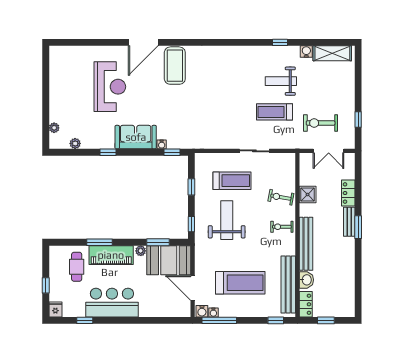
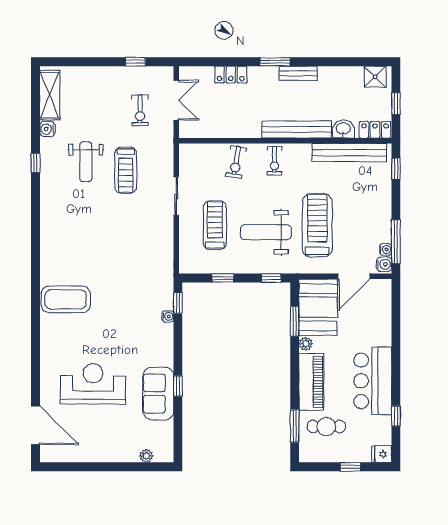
door: (143, 42) -> (35, 425), moved
exercise bike: (321, 123) -> (140, 111), width x0.73, depth x0.72
sofa: (136, 137) -> (158, 394), moved
plant: (75, 143) -> (167, 429), removed
shower: (308, 194) -> (375, 77), moved
bench: (349, 222) -> (298, 73), moved
window: (99, 242) -> (295, 426), moved
treadmill: (240, 283) -> (317, 225), moved

